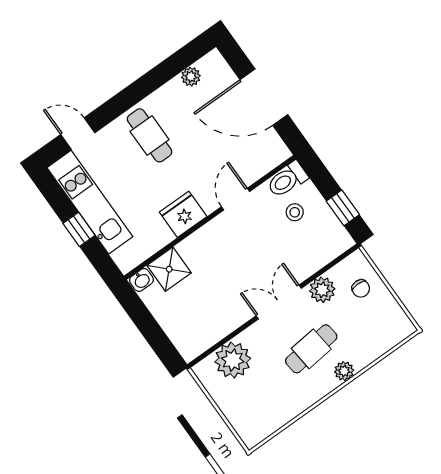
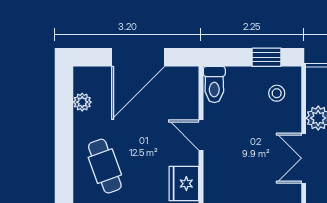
cafe table: (150, 135) -> (105, 166), turned 70
stool: (295, 212) -> (277, 93), moved

